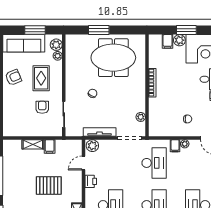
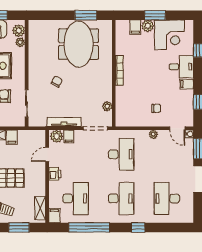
window: (99, 30) -> (86, 15), moved
meeting table: (113, 58) -> (79, 44), turned 90
filing cabinet: (175, 146) -> (69, 136), moved

